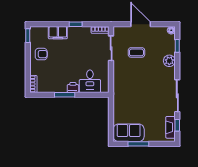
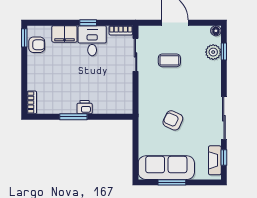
armchair: (41, 54) -> (37, 45), moved
plant: (169, 61) -> (213, 52), moved
desk: (90, 81) -> (92, 41), moved, turned 180
armchair: (139, 97) -> (173, 120), added
sofa: (129, 133) -> (166, 168), width x1.36

